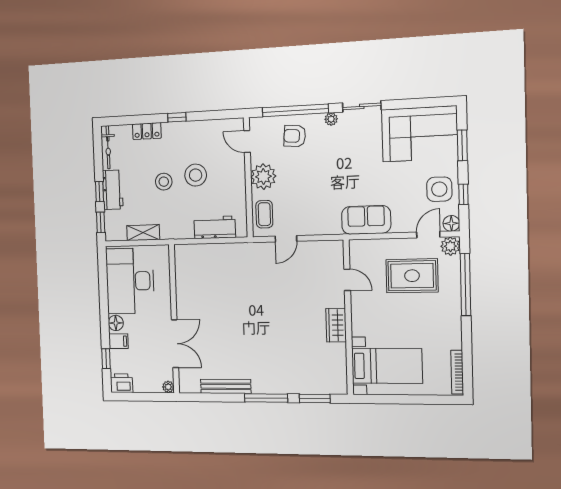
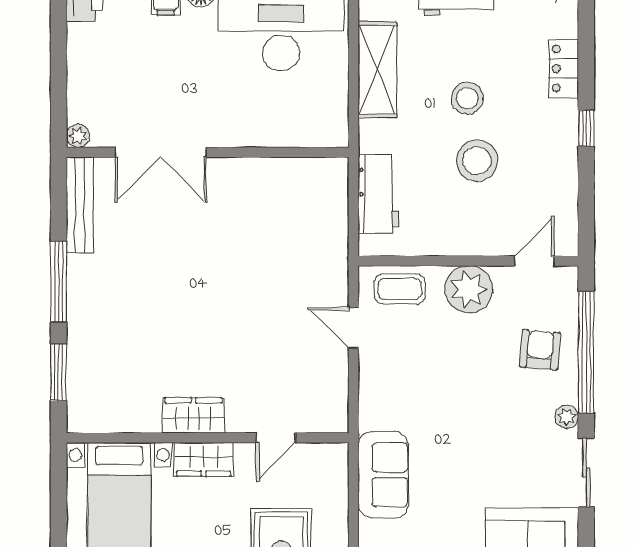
shelving: (143, 233) -> (377, 70), width x1.50, depth x1.33
wall: (174, 319) -> (208, 152), moved
wardrobe: (360, 319) -> (204, 459), added
double door: (175, 344) -> (161, 152), moved
plant: (168, 387) -> (78, 136), moved

